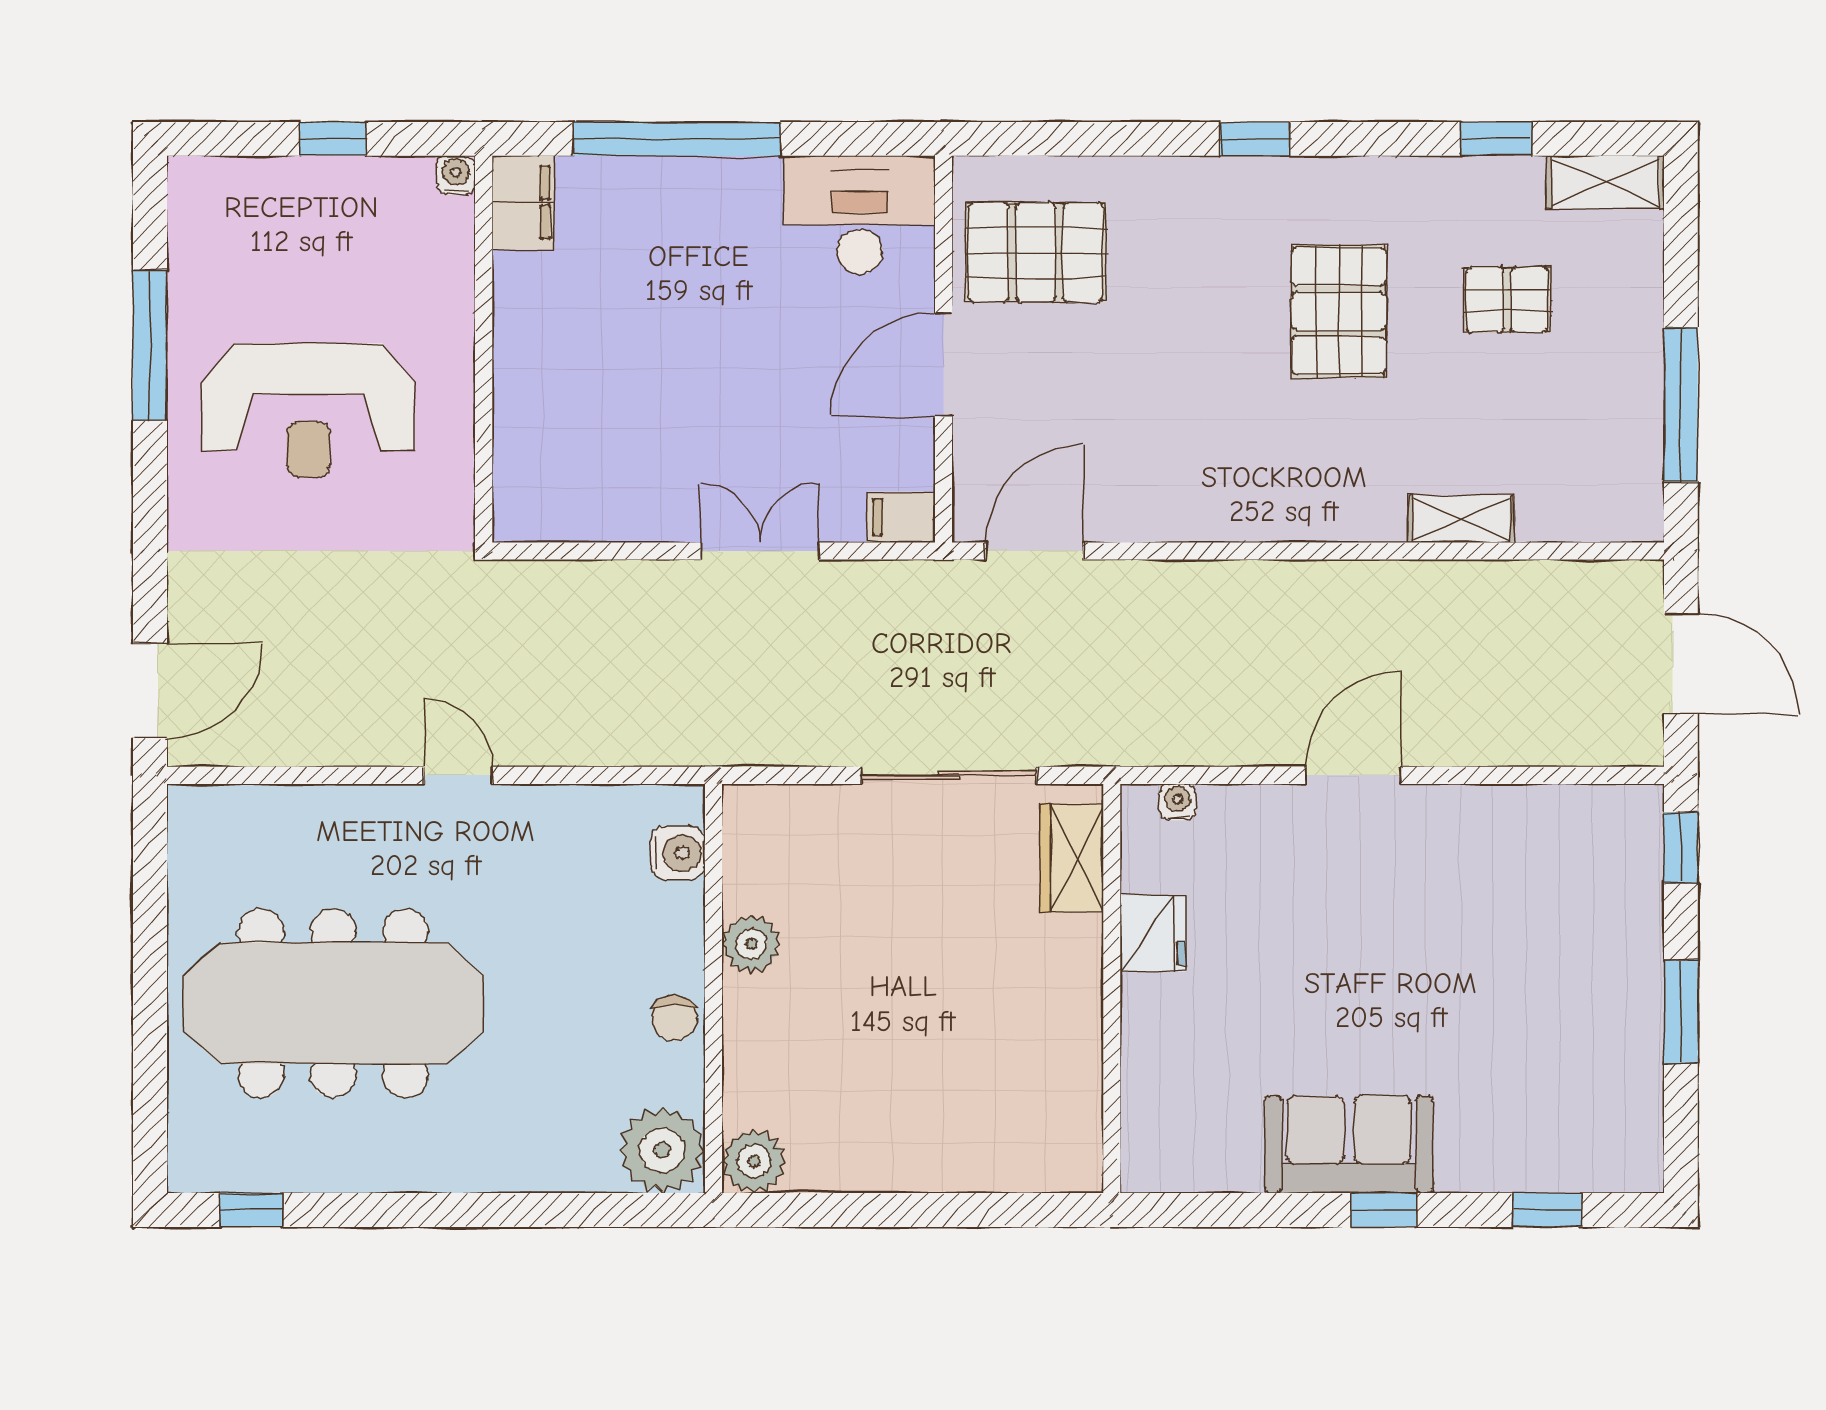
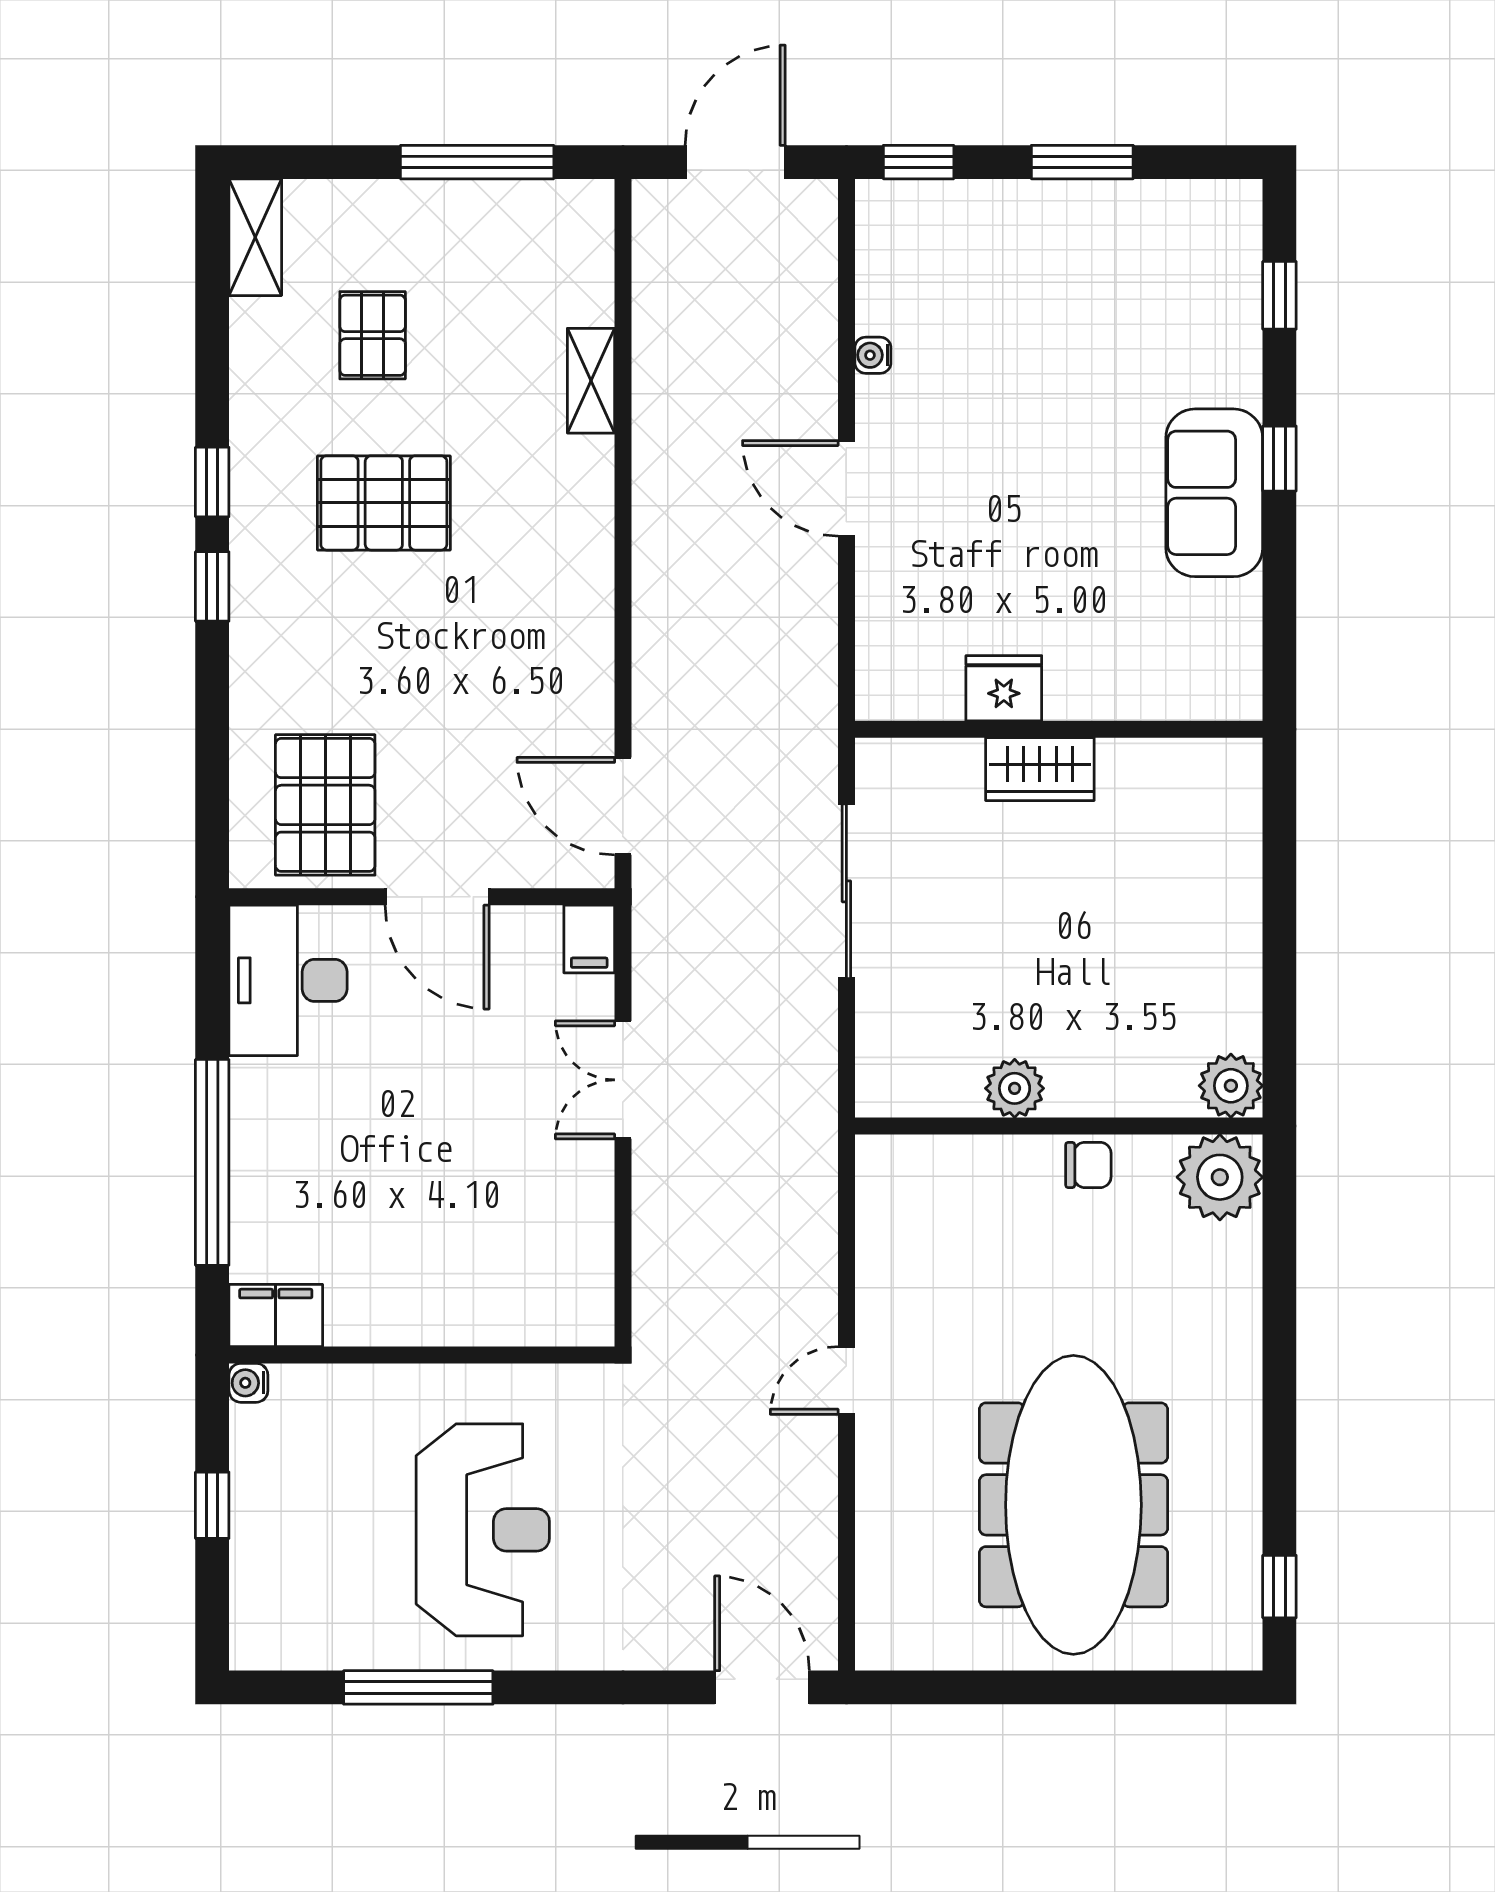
window: (1496, 139) -> (212, 482), moved
water cooler: (1178, 802) -> (873, 355), moved
water cooler: (678, 853) -> (924, 1161), removed
wardrobe: (1072, 858) -> (1040, 769), moved

